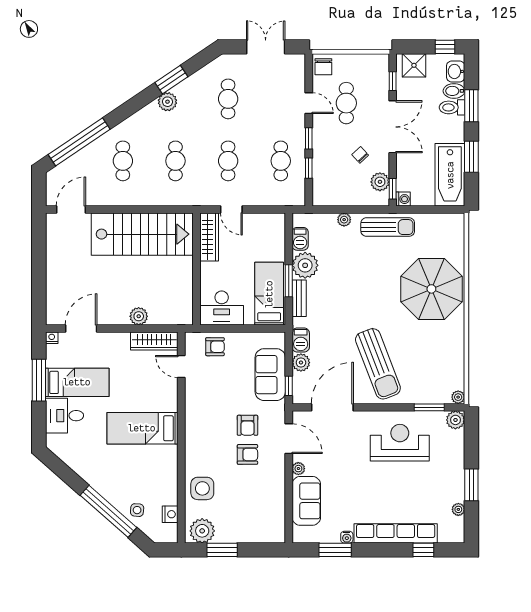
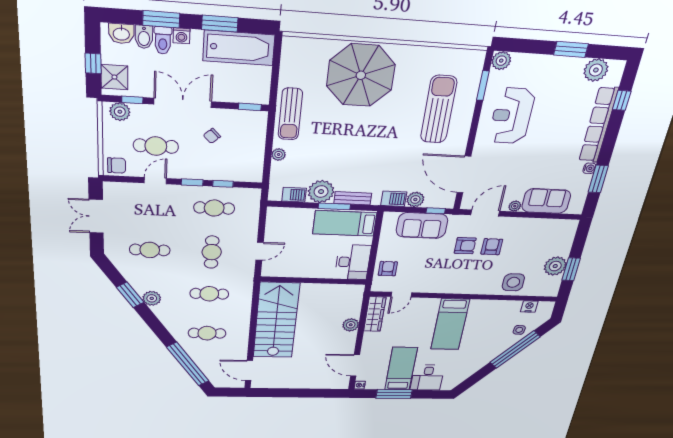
window: (445, 47) -> (93, 63), moved
cafe table: (228, 161) -> (212, 252), turned 90
plant: (380, 182) -> (120, 112), moved
washing machine: (403, 199) -> (181, 36), moved, turned 180
sun lounger: (388, 227) -> (290, 114), turned 180
wardrobe: (209, 237) -> (284, 270), removed
sun lounger: (378, 364) -> (439, 109), moved, turned -69
plant: (458, 397) -> (478, 56), removed
plant: (458, 509) -> (596, 70), width x1.87, depth x1.87
plant: (202, 531) -> (555, 266), moved

